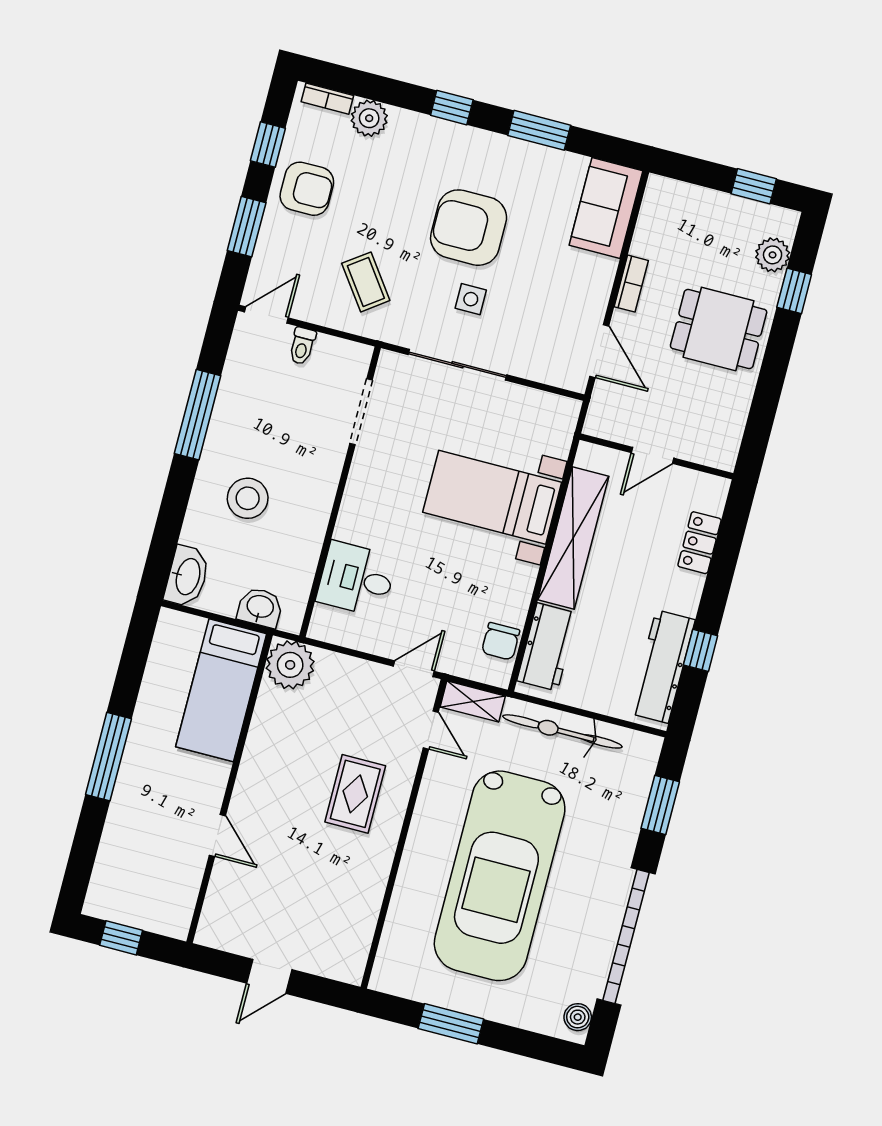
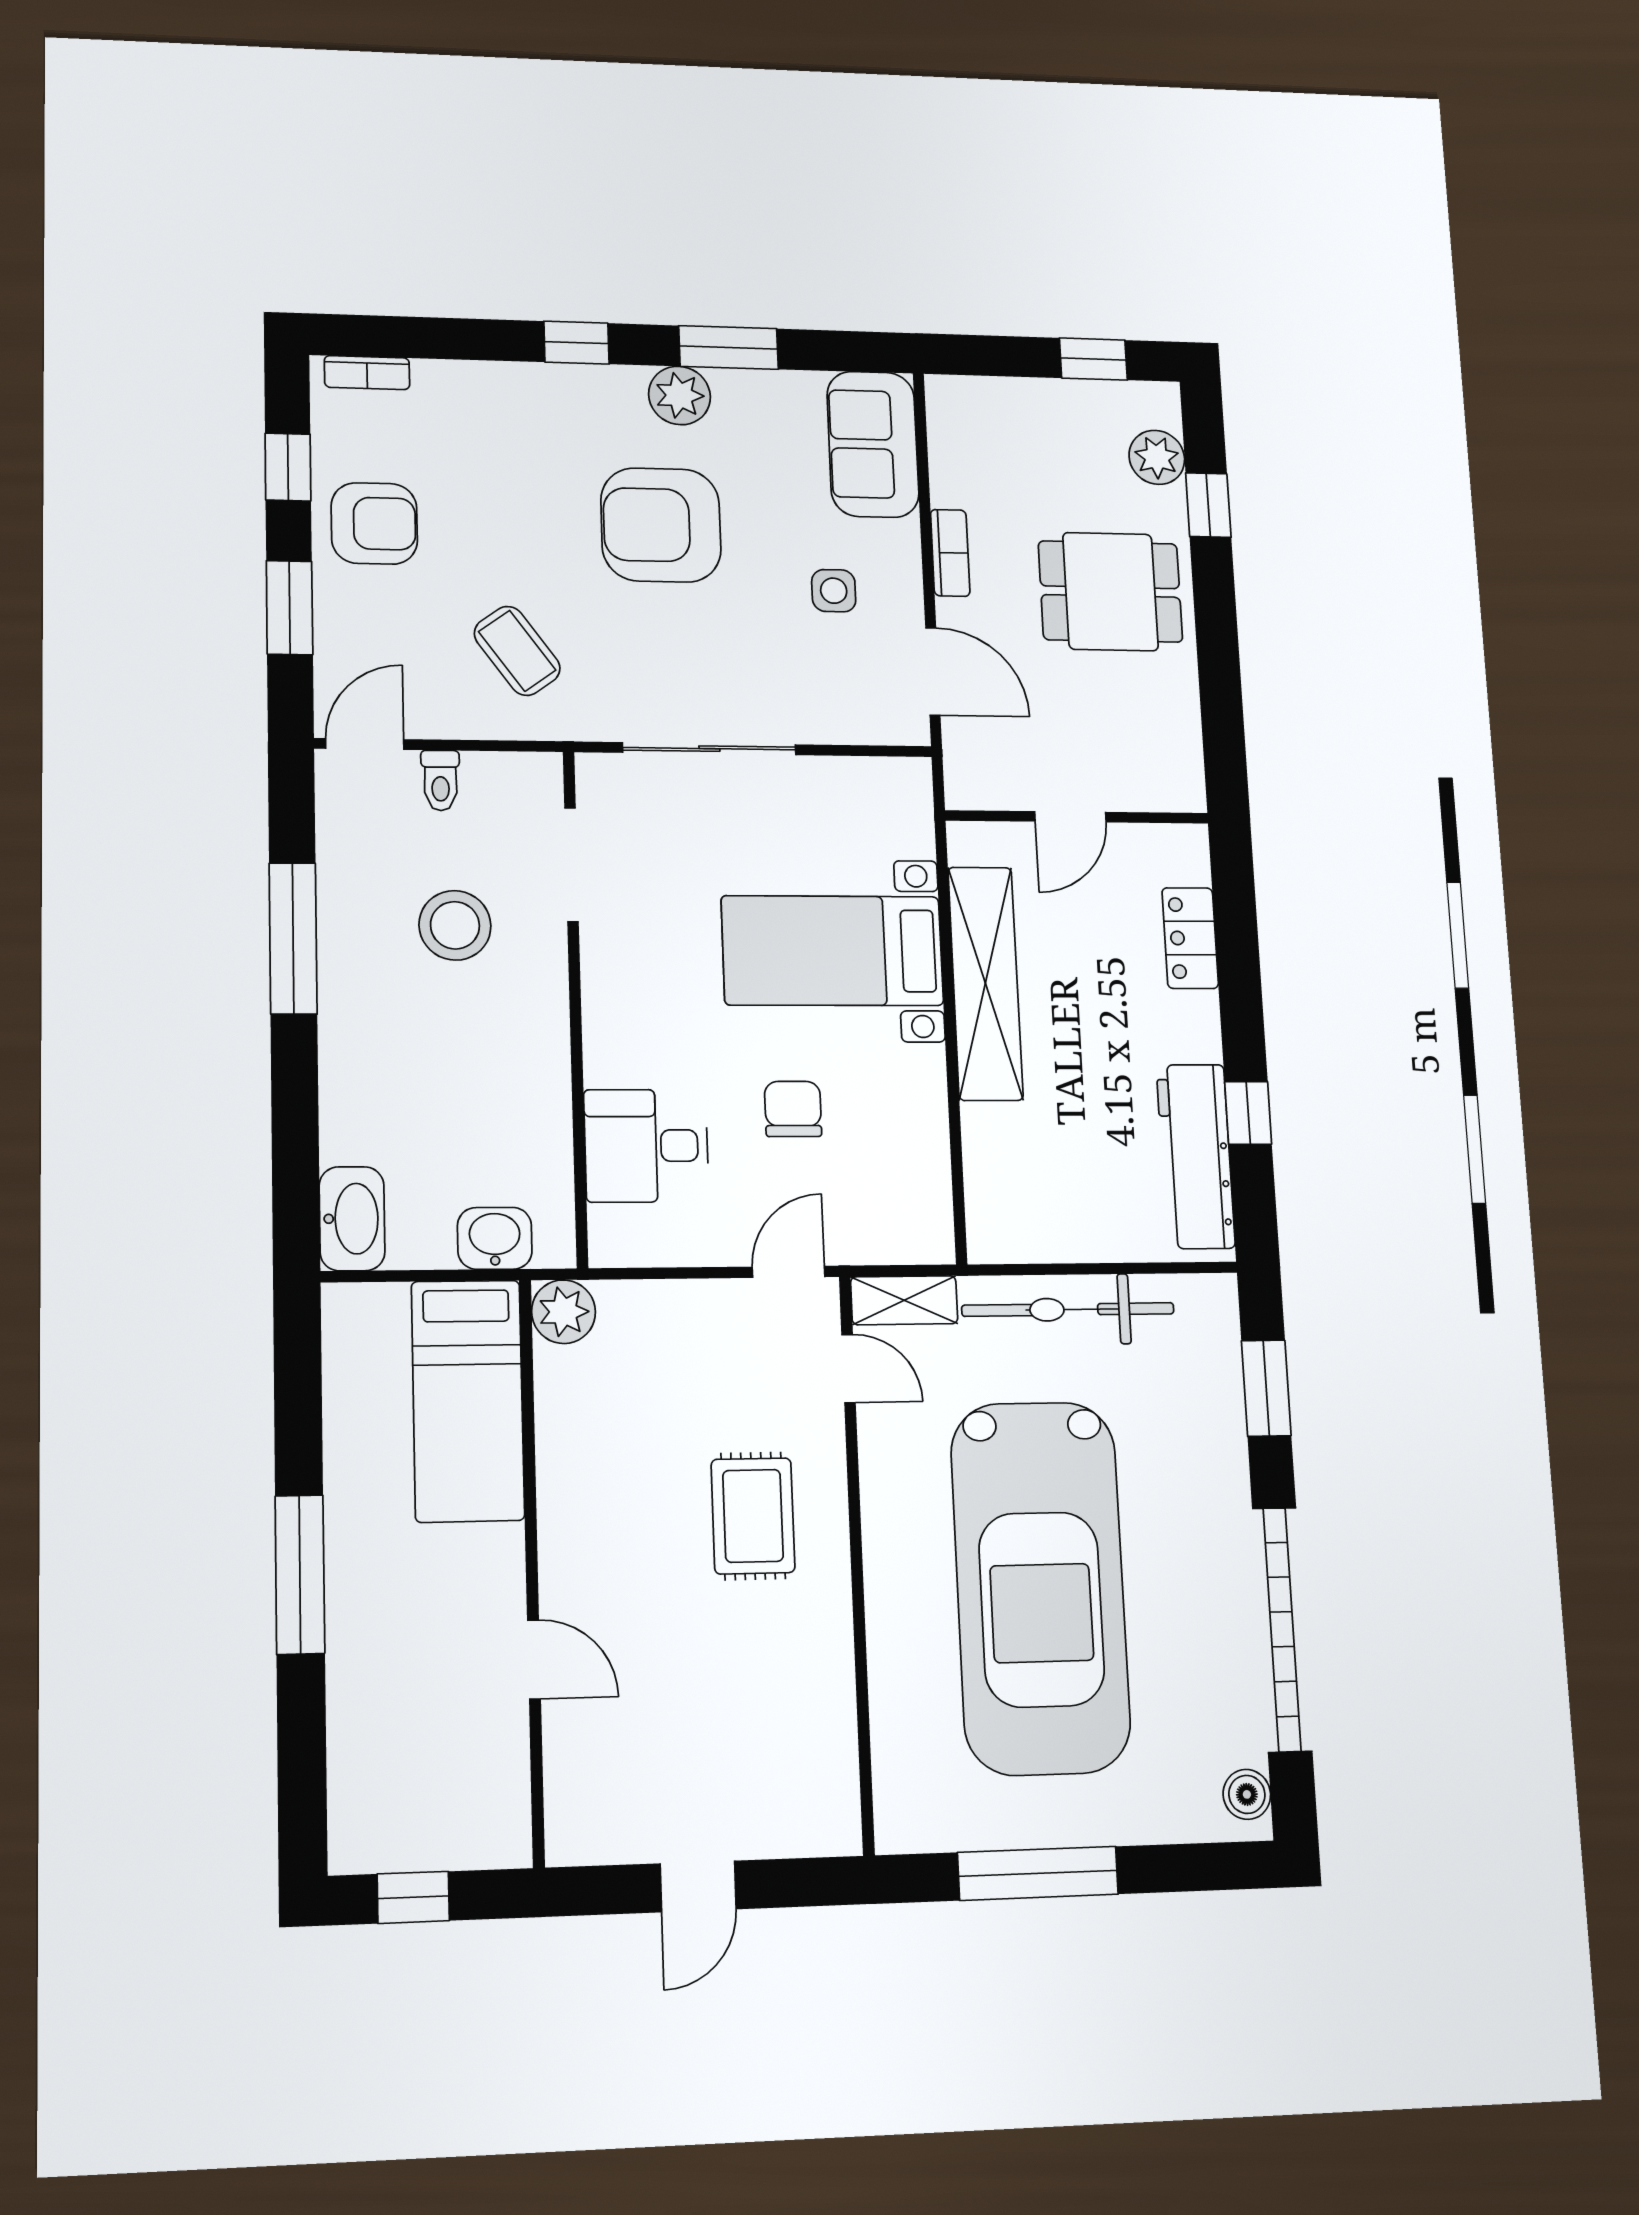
plant: (369, 118) -> (680, 395), moved
side table: (471, 299) -> (834, 591), moved
stool: (248, 498) -> (455, 925), moved
chair: (501, 641) -> (793, 1109), moved, turned 180
workbench: (547, 647) -> (999, 1175), removed
plant: (290, 665) -> (564, 1312), width x0.73, depth x0.73
window: (451, 1024) -> (1038, 1873), width x1.44

